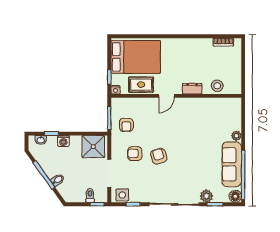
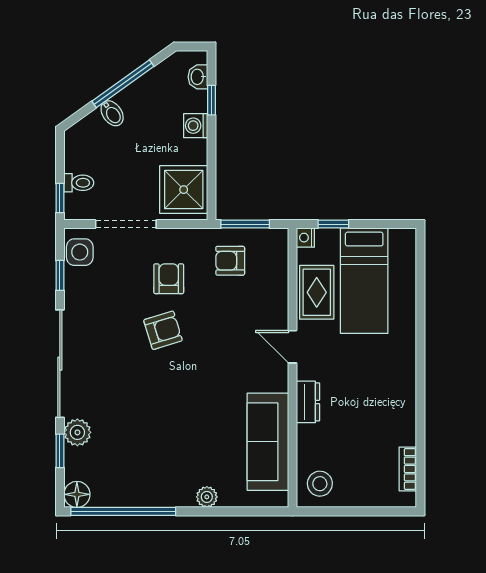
bed: (136, 57) -> (364, 281), width x0.67
stool: (217, 86) -> (320, 484), moved
sofa: (232, 164) -> (268, 442), moved, turned -90

